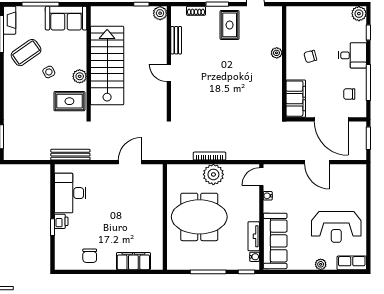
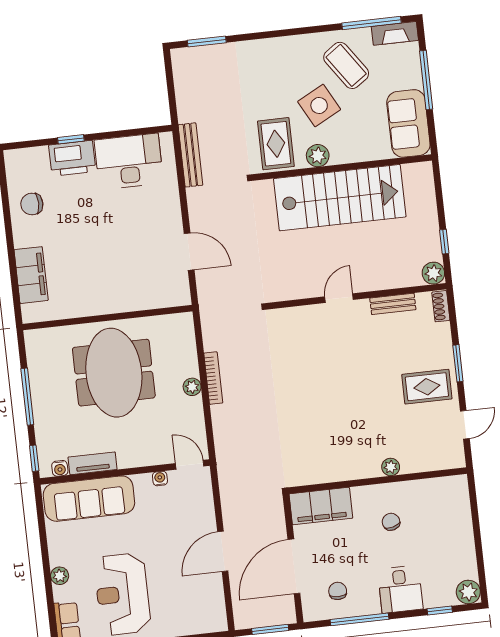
shoe rack: (196, 11) -> (441, 306), moved
side table: (49, 72) -> (319, 105), width x1.87, depth x1.87
plant: (213, 174) -> (192, 387), width x0.53, depth x0.53
printer: (61, 221) -> (72, 158), width x1.87, depth x1.48

